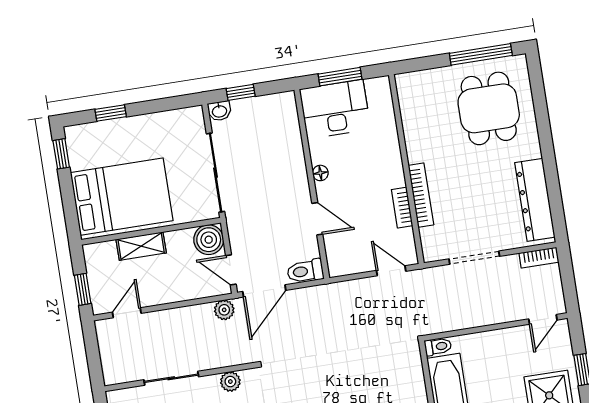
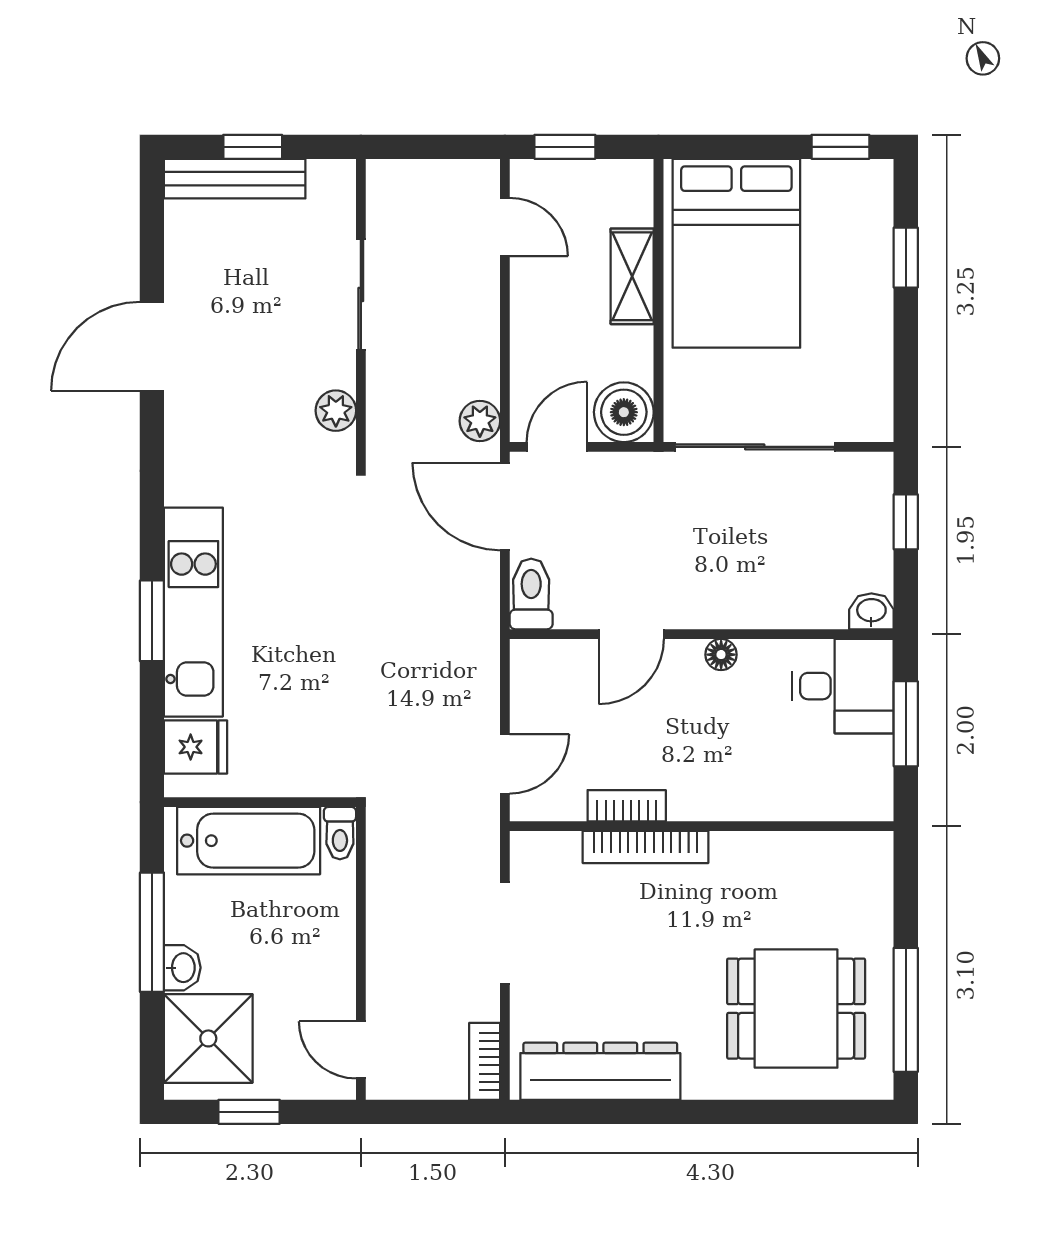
desk: (335, 109) -> (843, 686), width x0.73
washbasin: (219, 111) -> (871, 611), moved, turned 90

